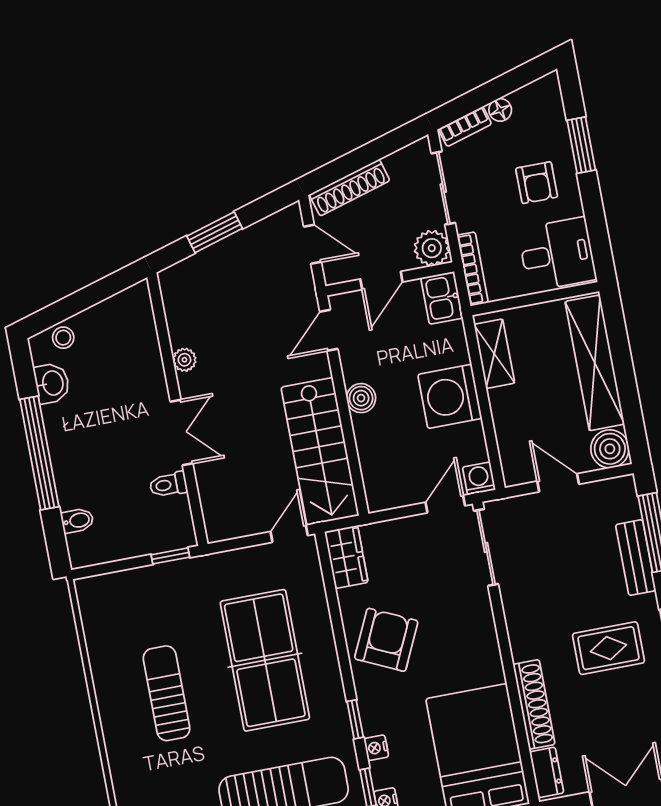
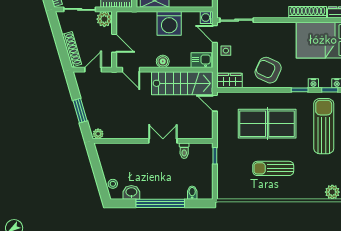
kitchen sink: (442, 298) -> (201, 60), moved, turned 180
plant: (184, 360) -> (98, 134), moved
side table: (412, 536) -> (226, 51), added

